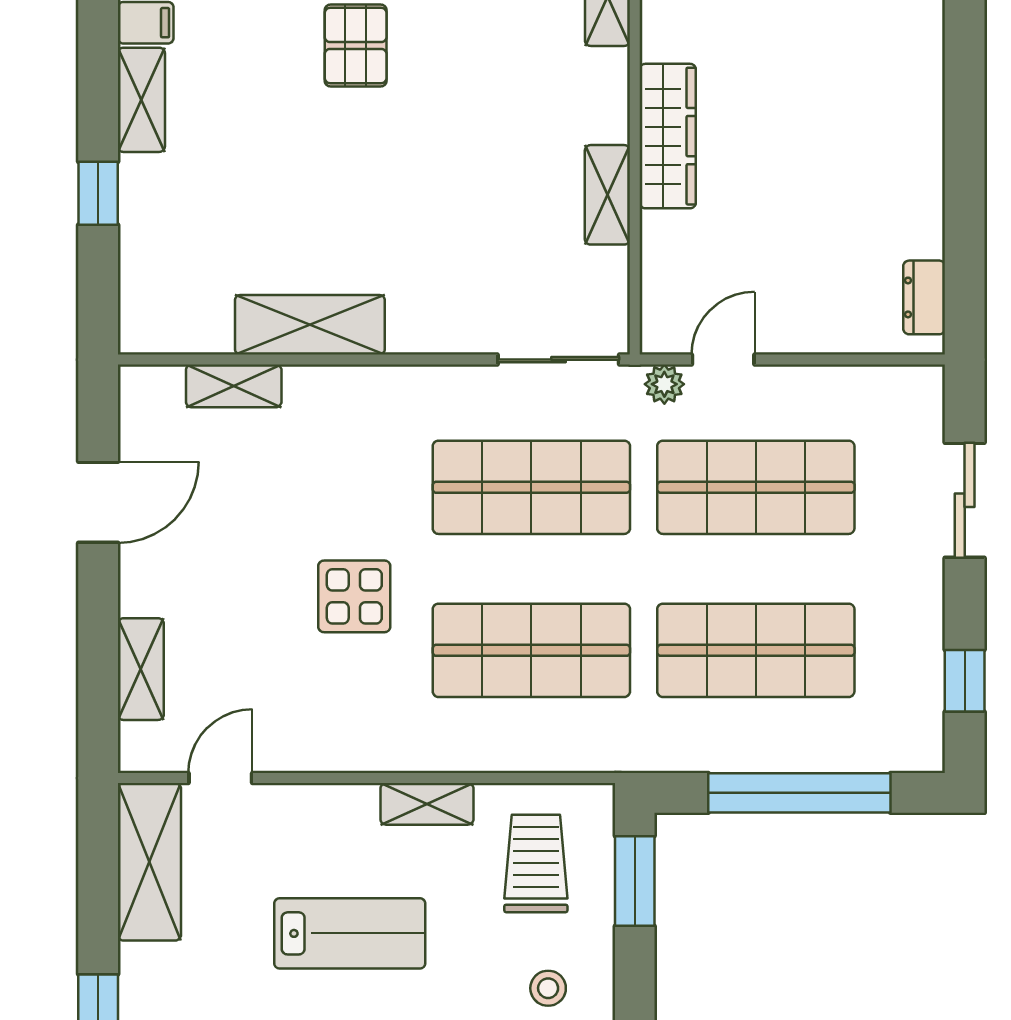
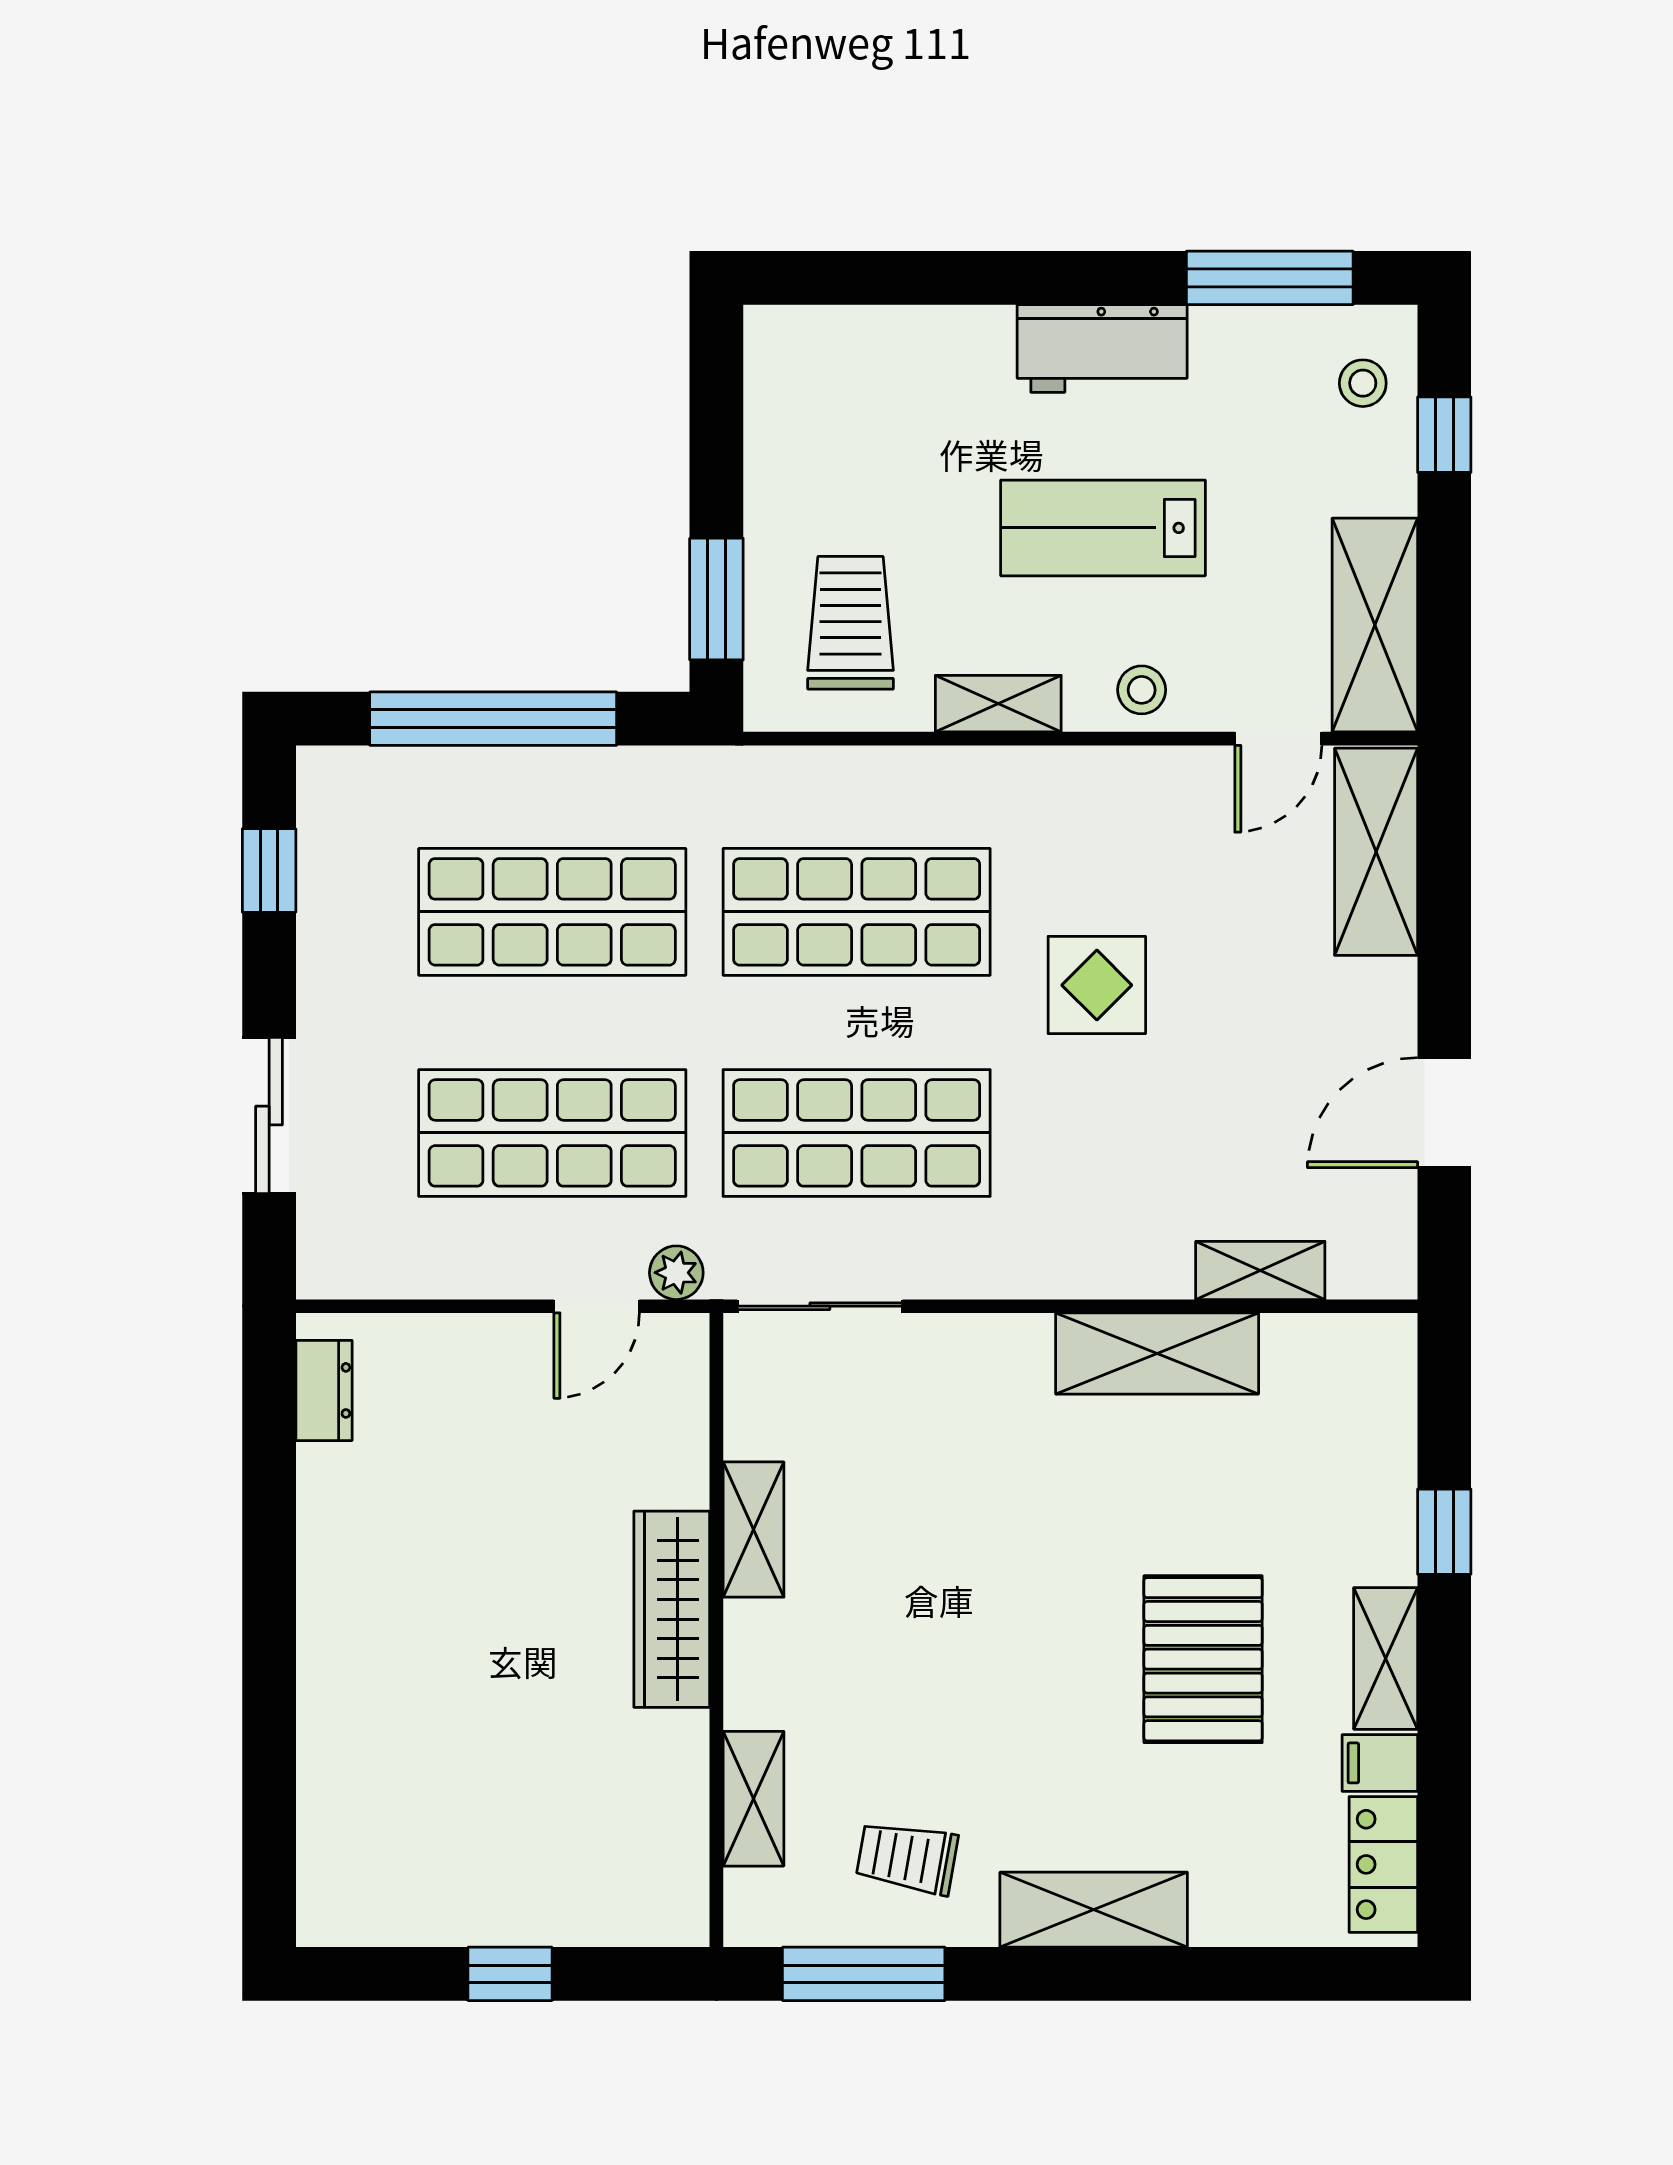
pallet: (356, 45) -> (1203, 1659), moved, width x1.50, depth x1.42
shelving: (141, 669) -> (1376, 852), width x1.50, depth x1.33
trolley: (536, 863) -> (851, 623), turned 180
stool: (548, 988) -> (1142, 690), moved

